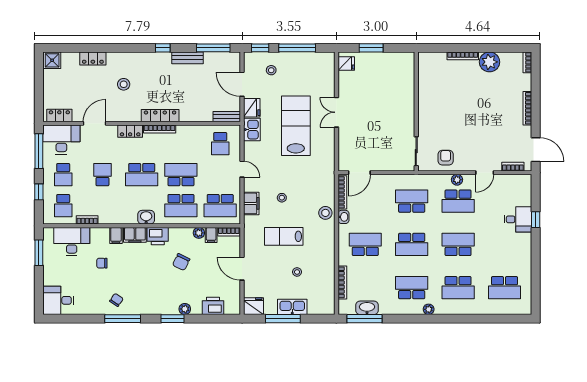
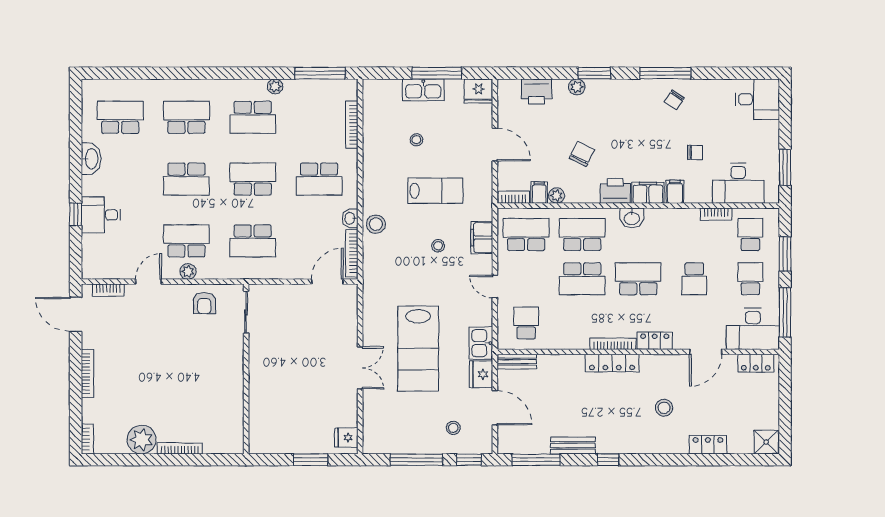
window: (39, 192) -> (785, 254), width x1.50
washbasin: (367, 308) -> (91, 159), moved, turned -90
plant: (429, 309) -> (275, 86), moved

